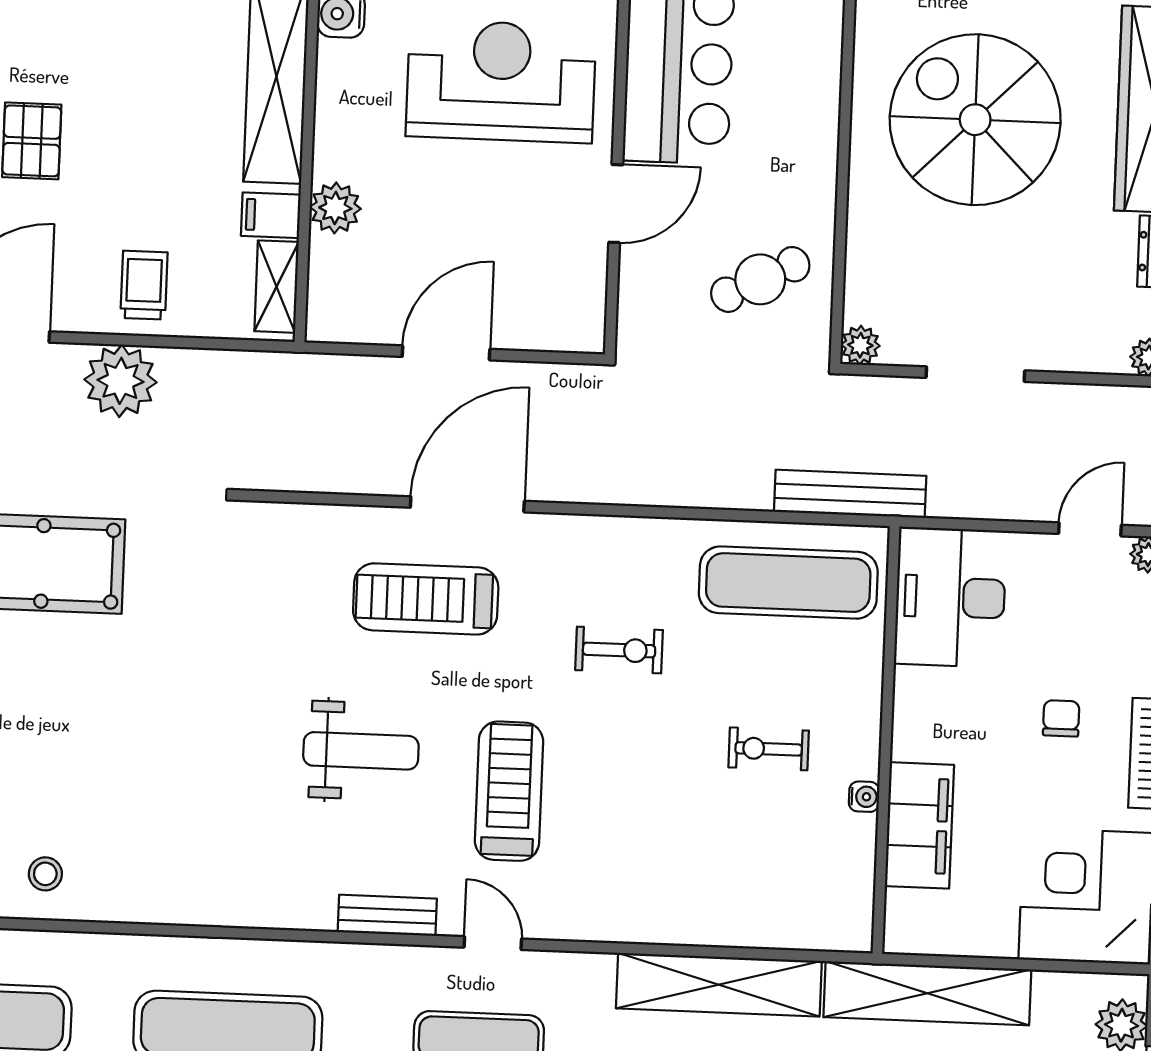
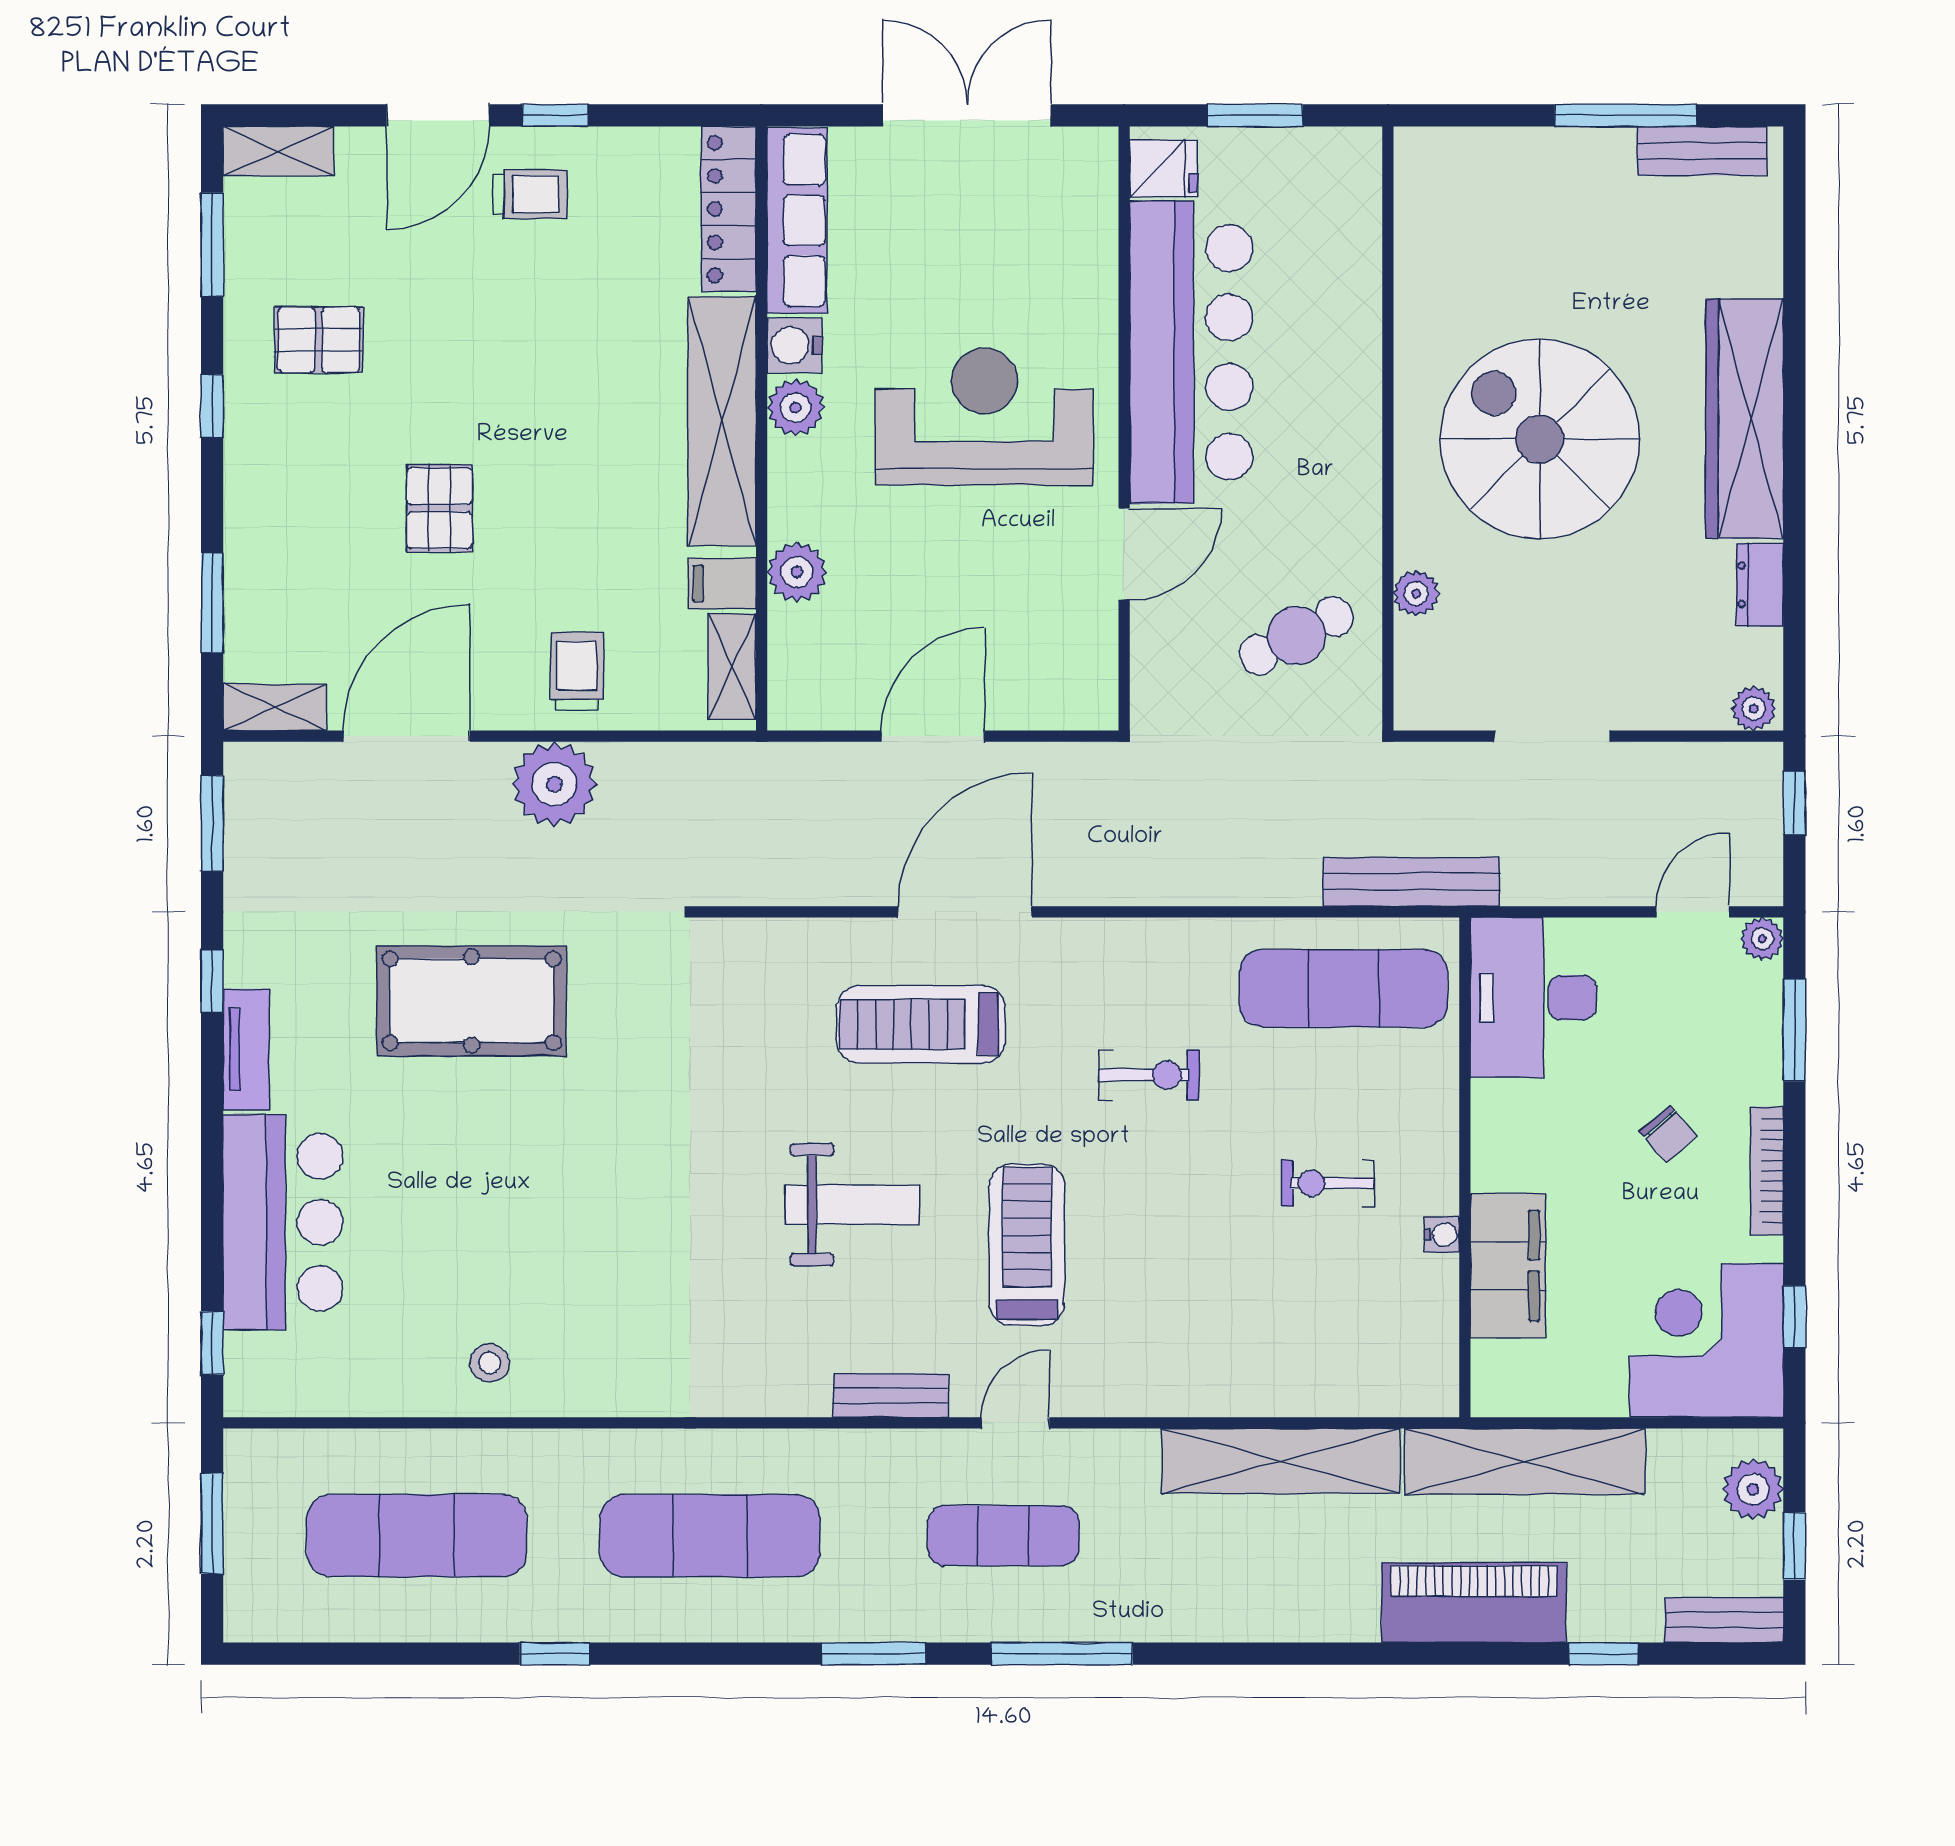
plant: (340, 67) -> (796, 408), added
plant: (860, 345) -> (1416, 593), moved
chair: (1061, 718) -> (1668, 1134), turned 139
door: (493, 943) -> (1015, 1423), hinge flipped

